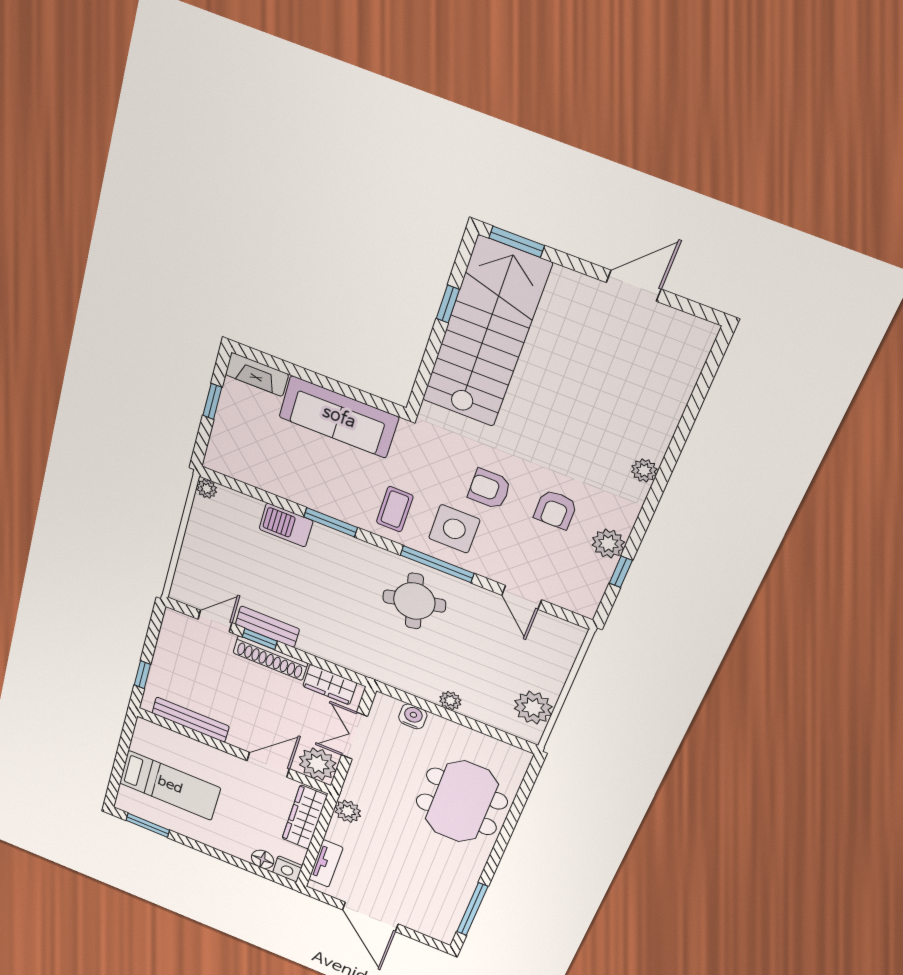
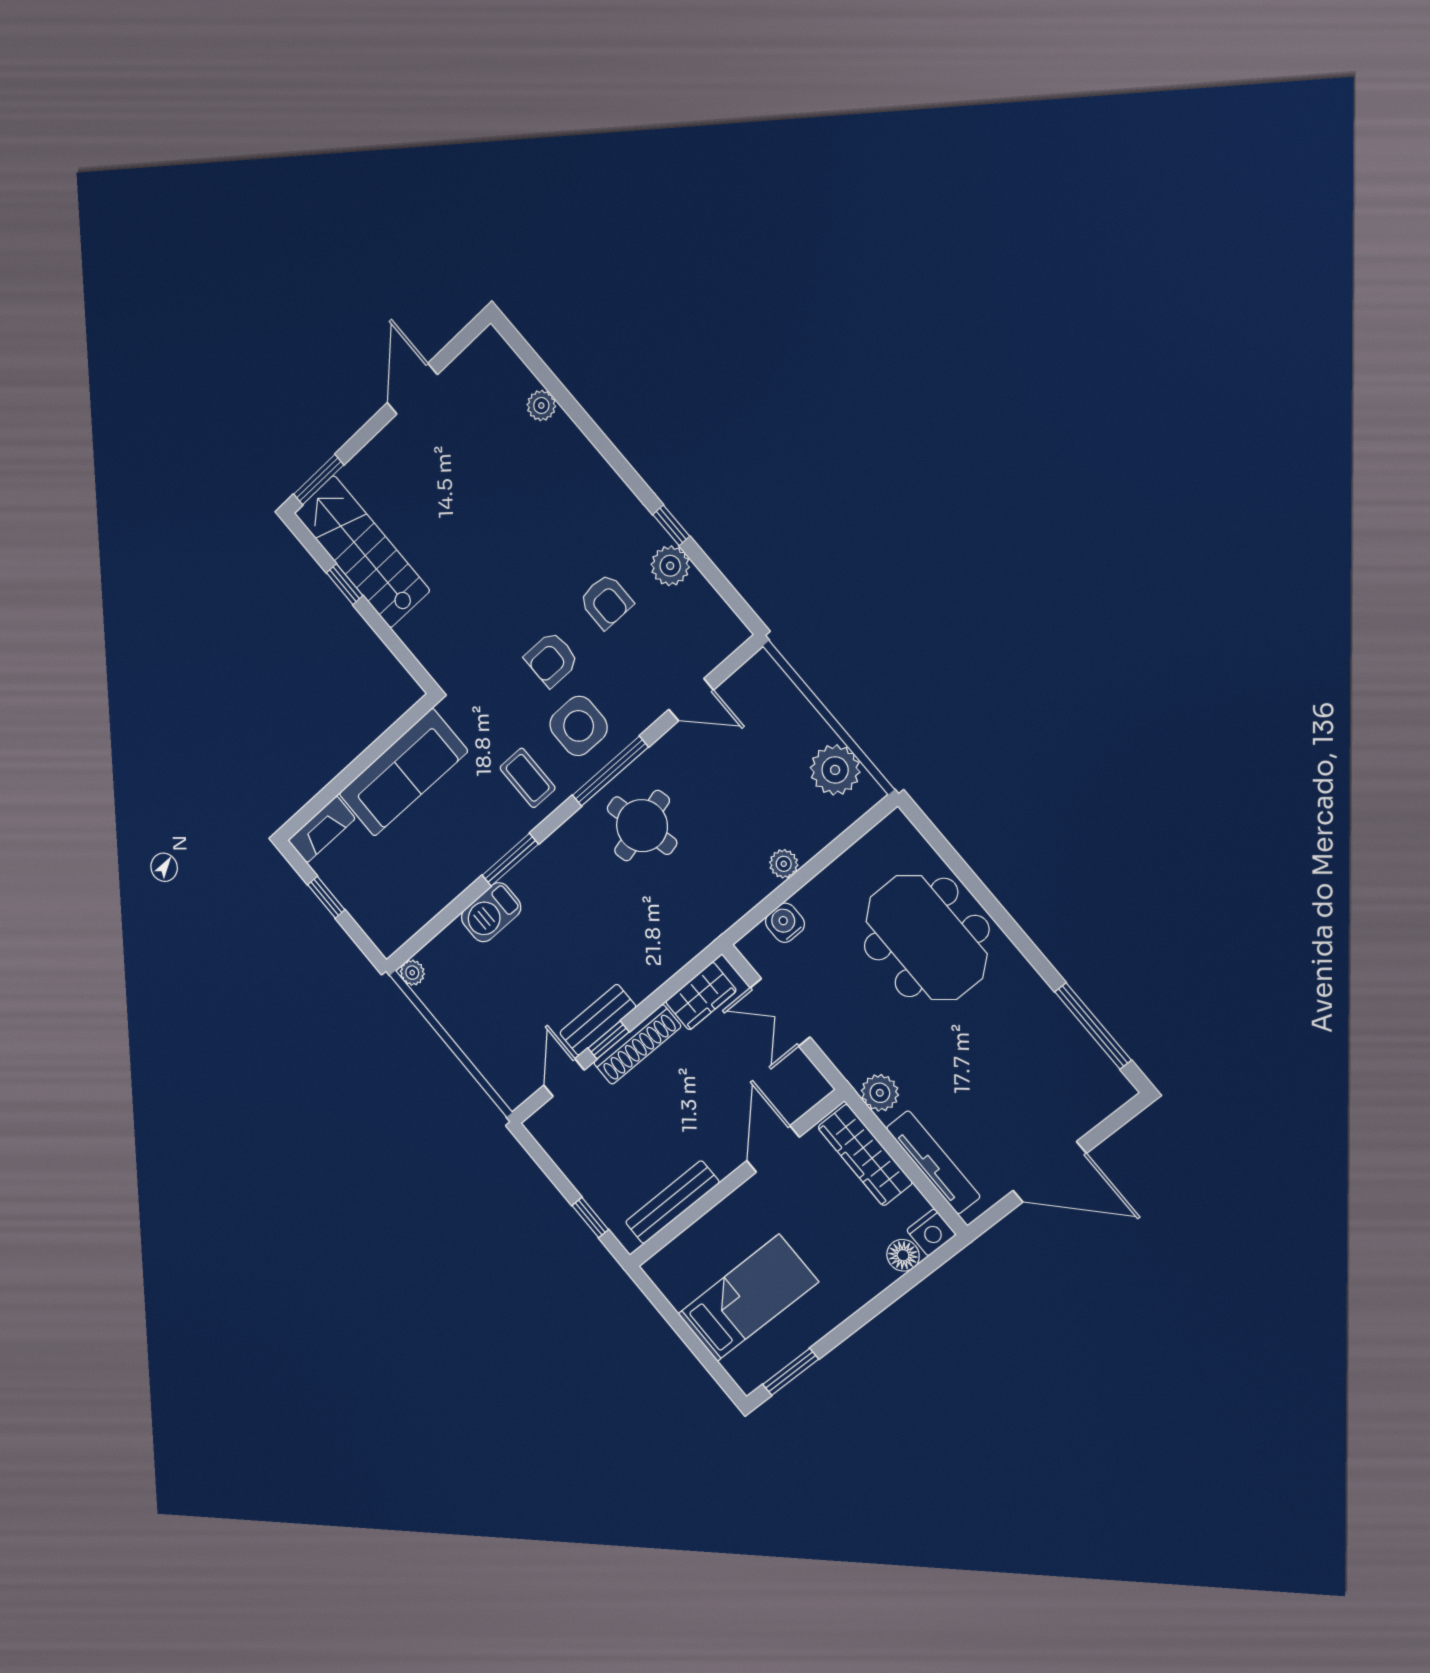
stairs: (486, 333) -> (362, 552), width x0.73, depth x0.66
plant: (644, 470) -> (541, 406), moved
window: (621, 572) -> (671, 525), moved
plant: (318, 764) -> (798, 1085), removed
tv unit: (326, 863) -> (933, 1162), width x1.41

